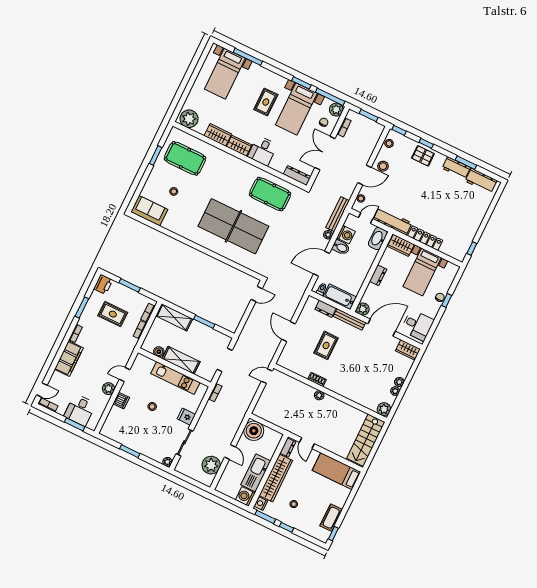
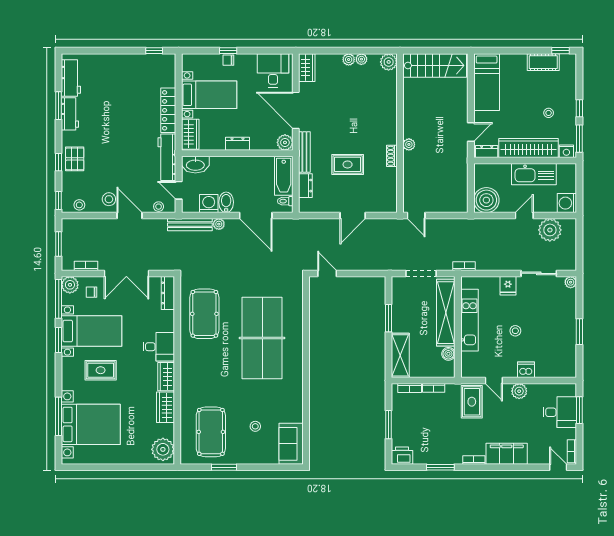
bed with nightstands: (225, 74) -> (91, 424), width x1.36
rug: (113, 314) -> (472, 402), moved
shelving: (181, 360) -> (446, 313), width x1.47
washing machine: (245, 496) -> (567, 203), moved, turned 90

